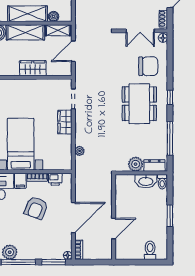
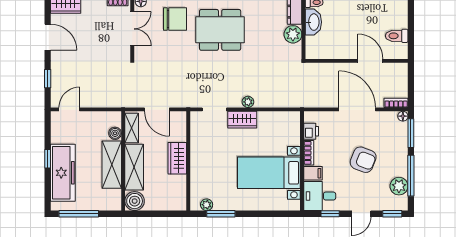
chair: (148, 66) -> (175, 19), turned 90
plant: (80, 151) -> (248, 102), moved
armchair: (36, 208) -> (363, 160), moved
toilet: (150, 250) -> (397, 36), moved

